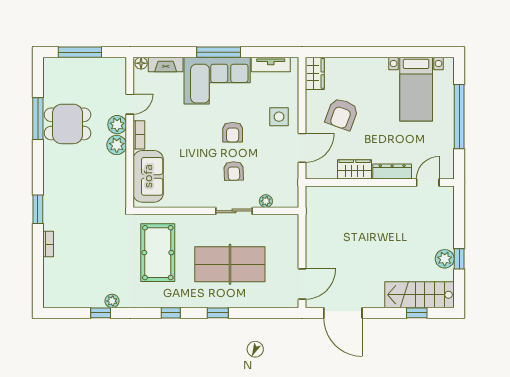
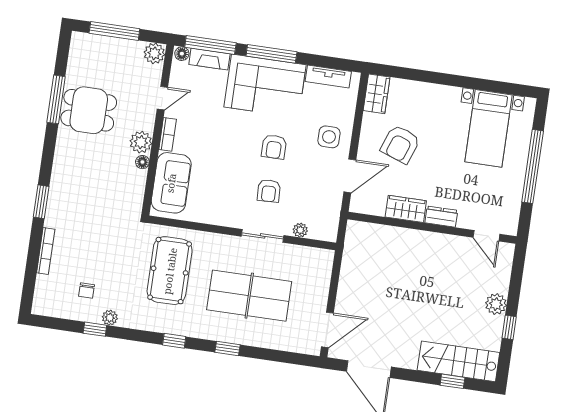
window: (165, 52) -> (210, 45), added
plant: (117, 125) -> (154, 53), moved
floor lamp: (121, 162) -> (142, 162), added
dresser: (392, 172) -> (441, 217), width x0.70
door: (428, 182) -> (486, 236), swing flipped
bookcase: (48, 244) -> (46, 251), width x1.56
plant: (445, 259) -> (496, 304), moved
chair: (88, 280) -> (87, 291), added

